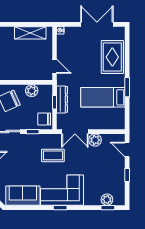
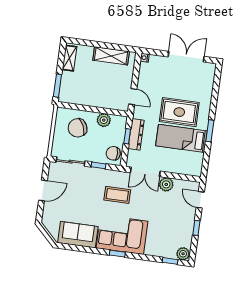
rug: (112, 57) -> (179, 112), moved, turned 90
plant: (107, 200) -> (183, 254), moved

